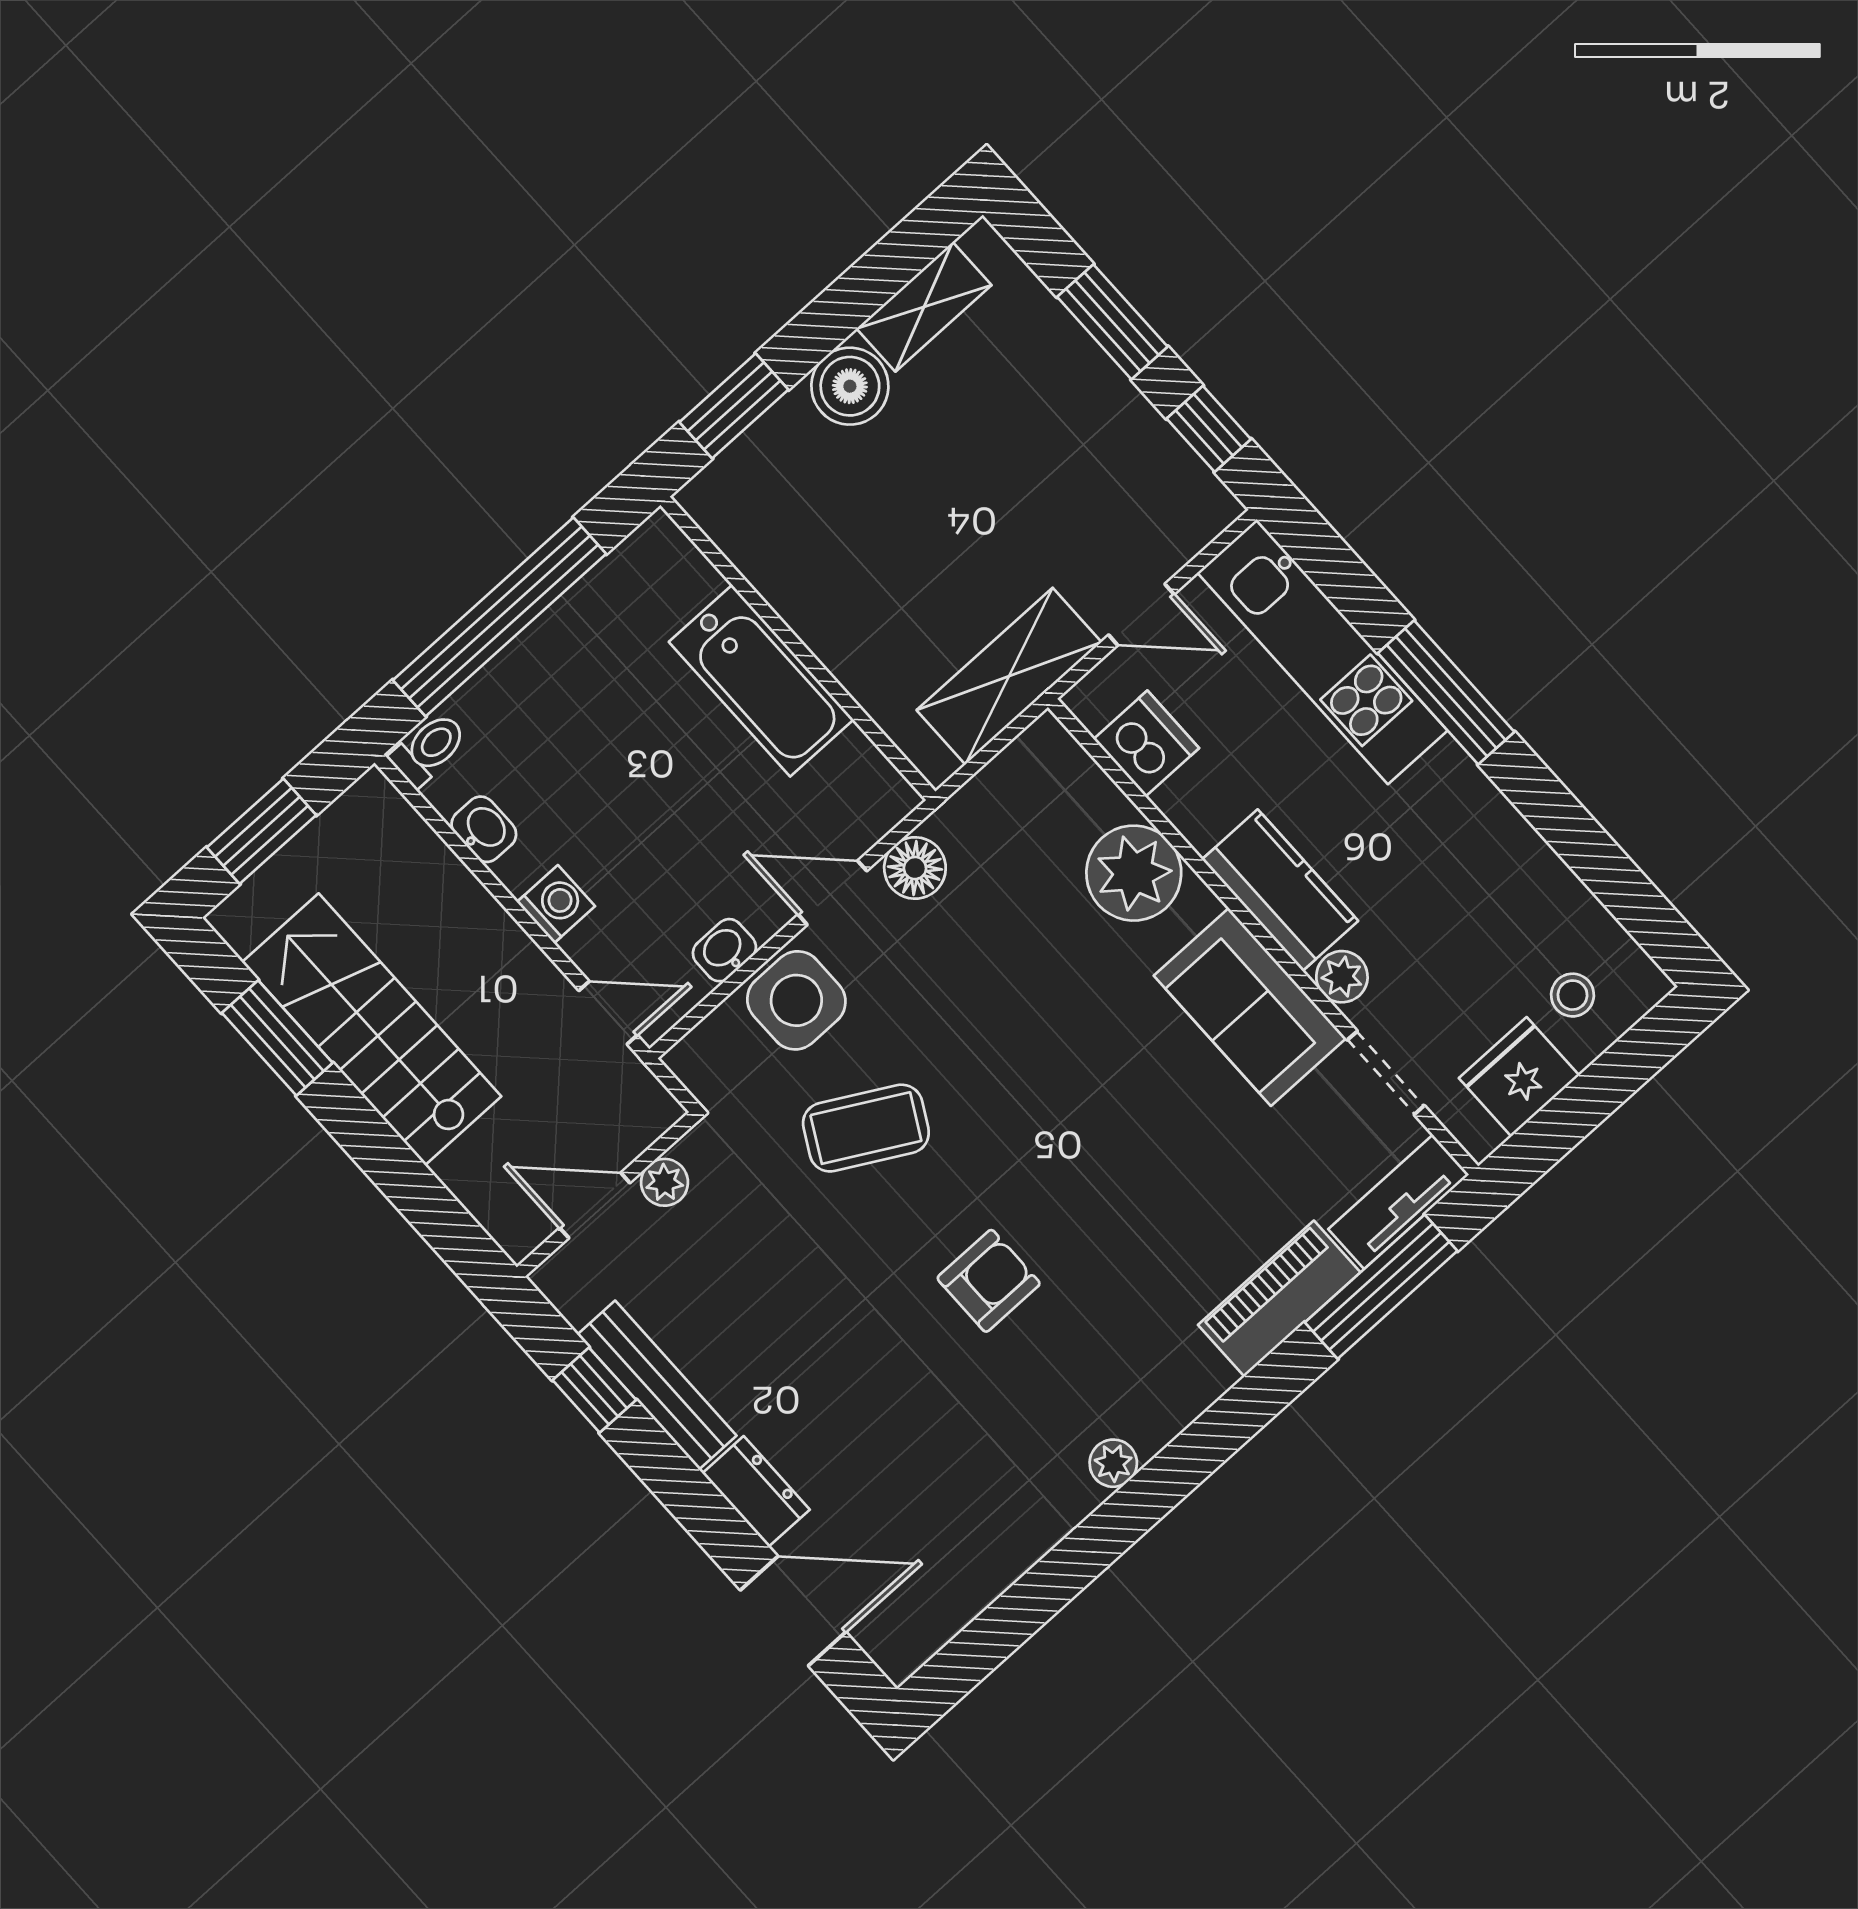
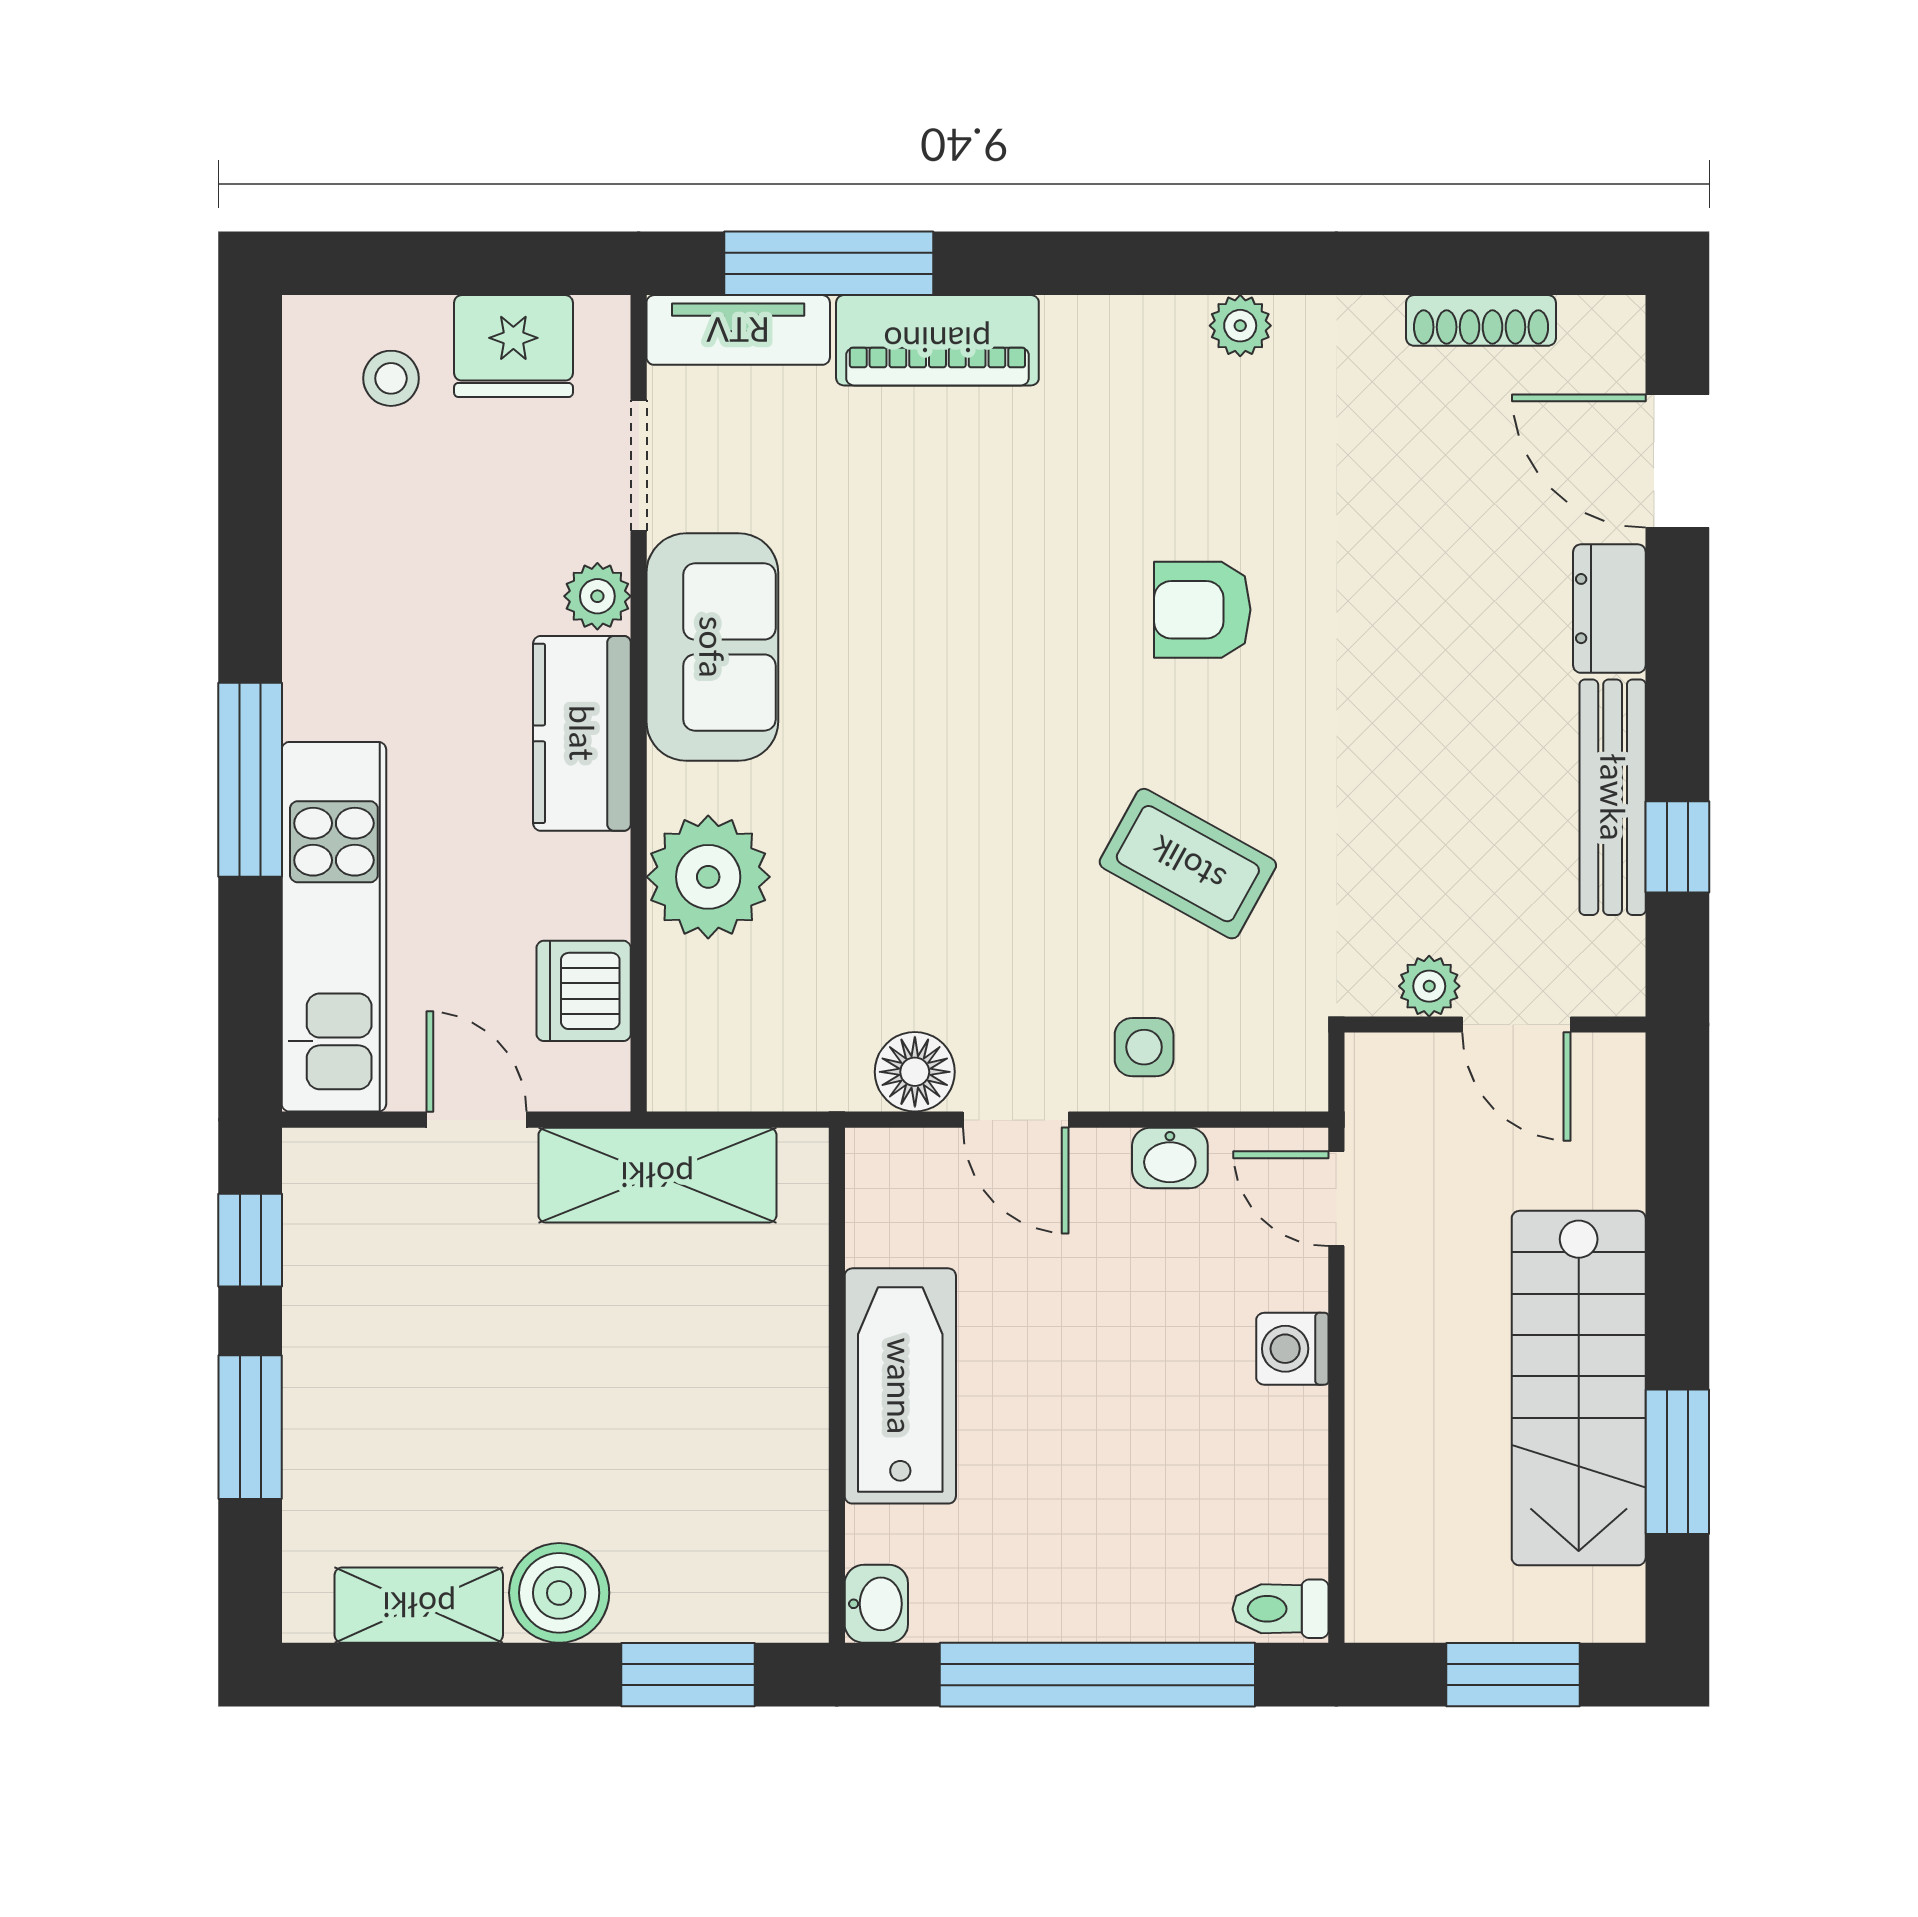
washbasin: (484, 829) -> (876, 1604), moved, turned 180
side table: (796, 1000) -> (1144, 1047), width x0.54, depth x0.54
shoe rack: (978, 1590) -> (1481, 320), added

